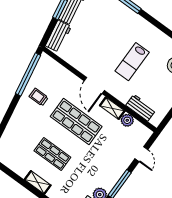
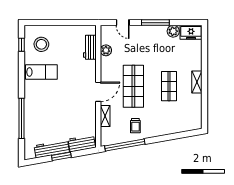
lab bench: (132, 62) -> (41, 72), moved
shelving: (112, 108) -> (105, 116), moved
door: (141, 154) -> (123, 23), swing flipped

